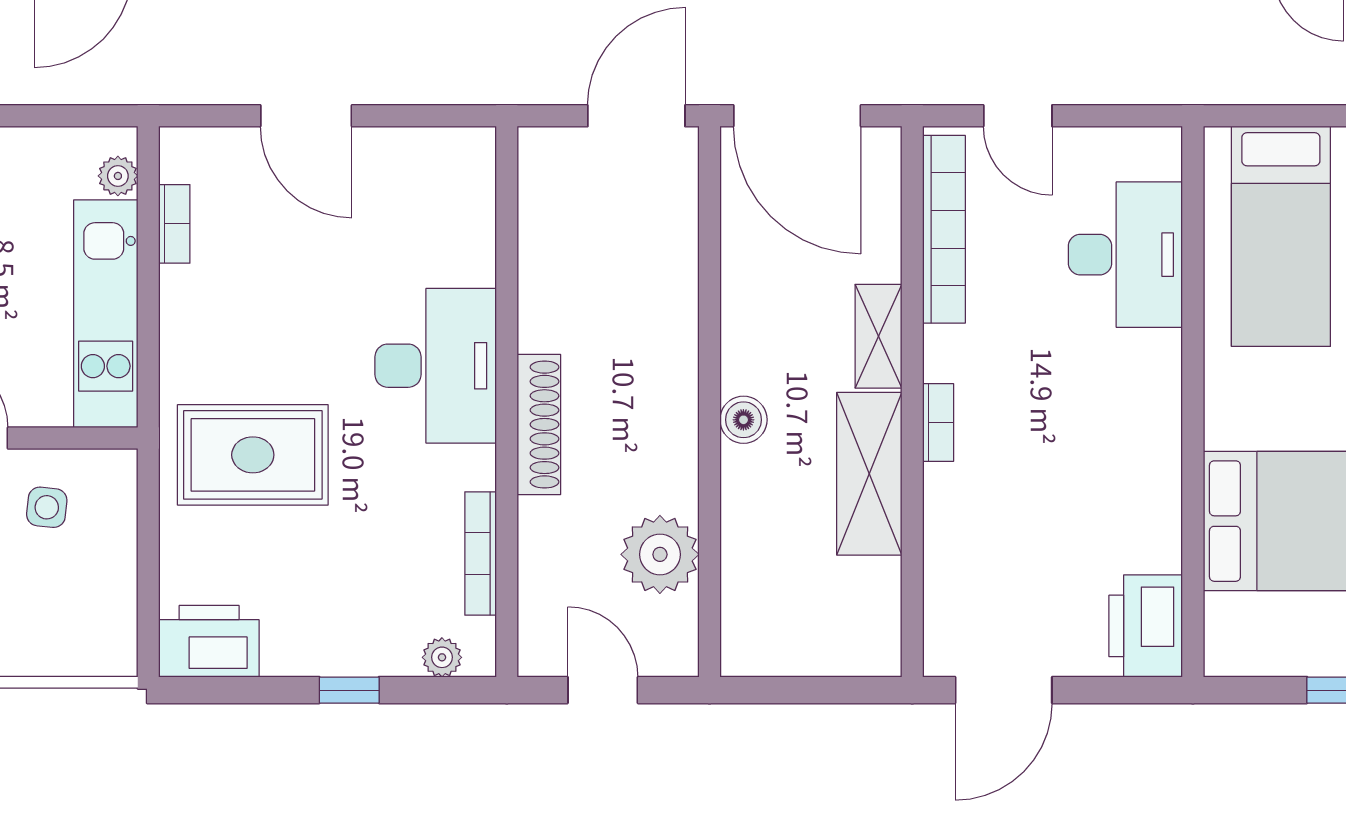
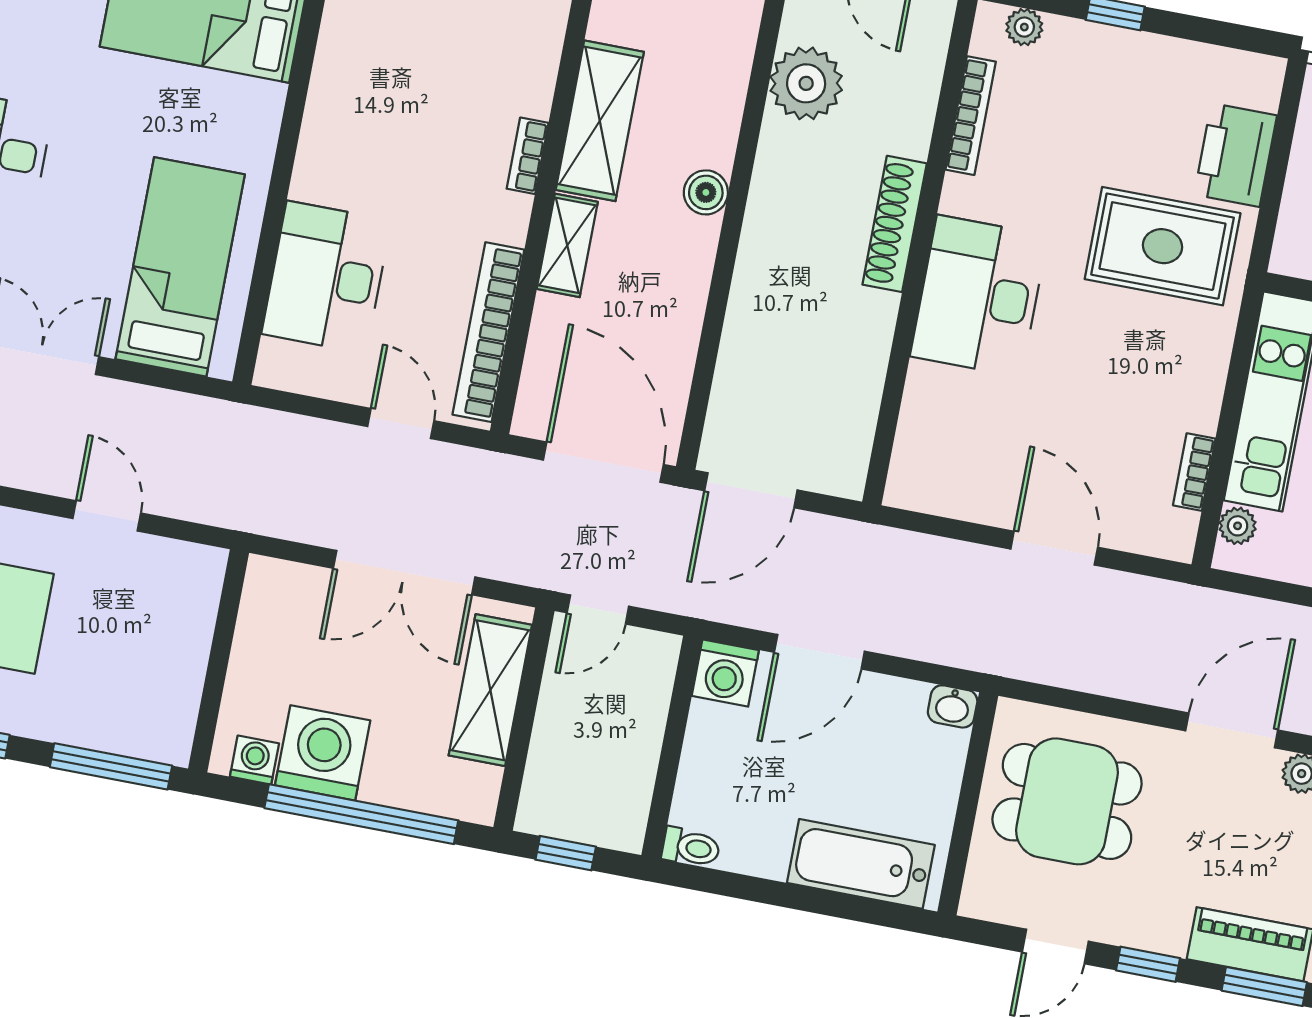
printer: (209, 641) -> (1236, 155), moved, turned 90

